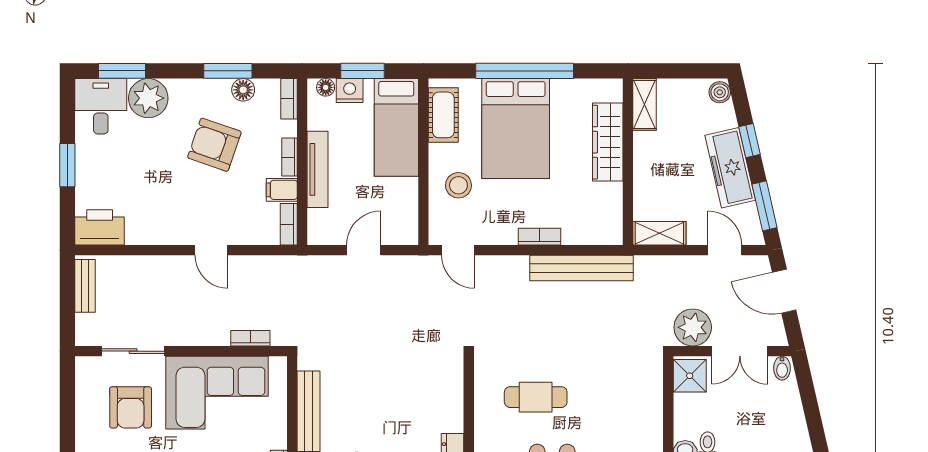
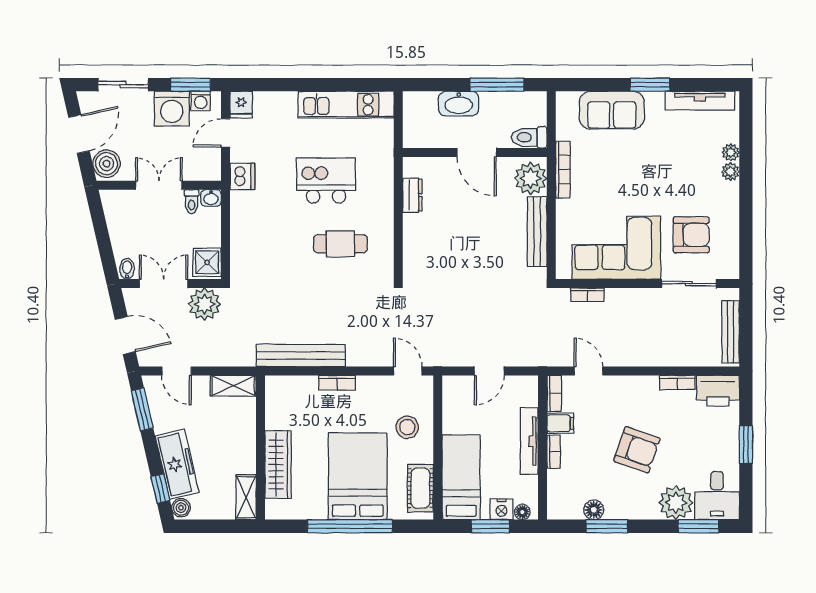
bookcase: (289, 99) -> (677, 382), moved, turned 90
window: (750, 141) -> (160, 489), moved
armchair: (214, 145) -> (637, 450), moved
freezer: (730, 168) -> (177, 464), moved
door: (211, 250) -> (588, 371), moved
bench: (85, 286) -> (731, 332), width x1.36
armchair: (131, 407) -> (691, 235), turned 90

